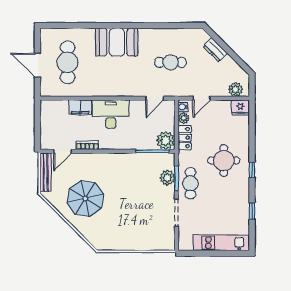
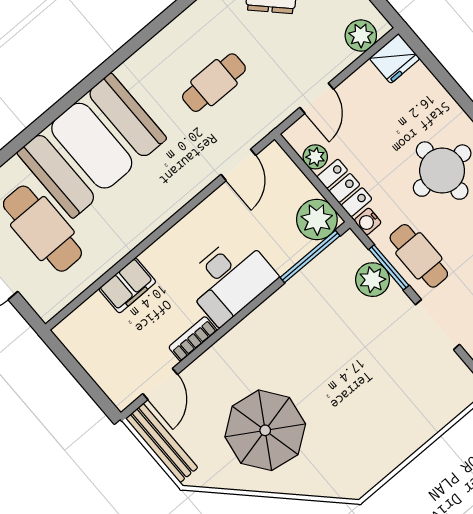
booth: (117, 42) -> (92, 146), width x1.36, depth x1.42
water cooler: (183, 107) -> (368, 221), moved
desk: (111, 114) -> (230, 279), moved, turned 180

